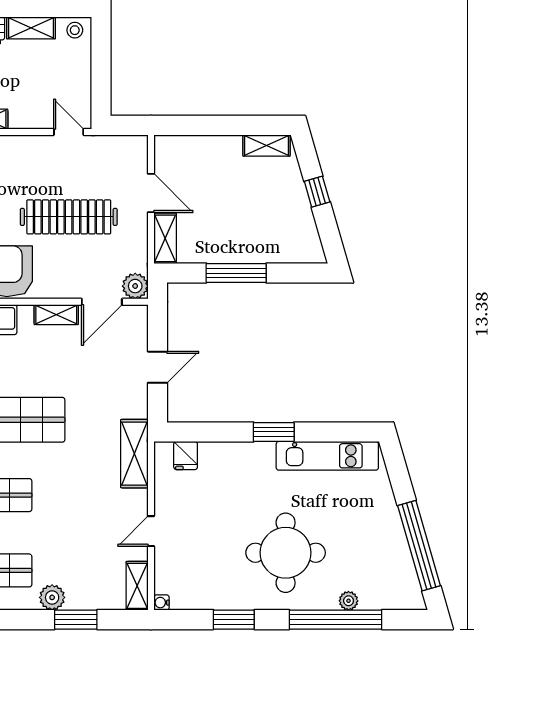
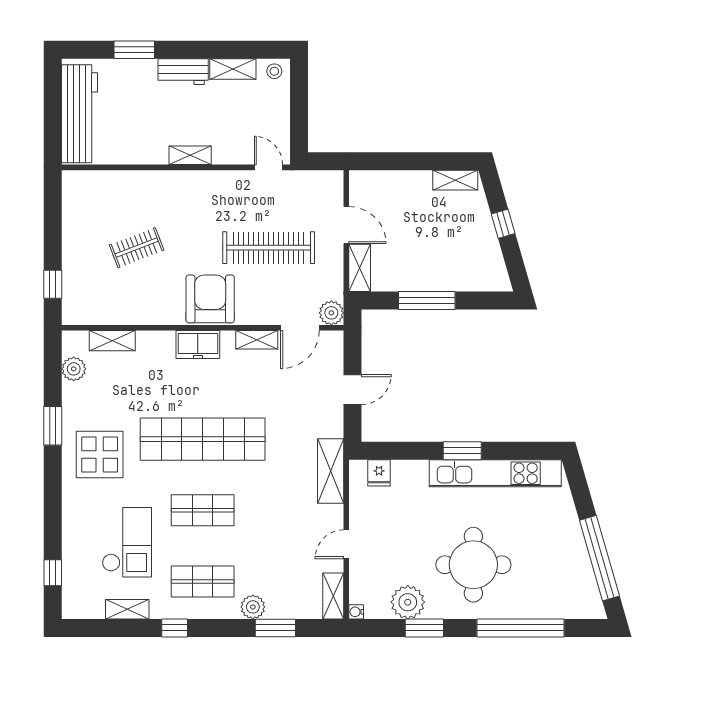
kitchen unit: (327, 456) -> (495, 473), width x1.36
plant: (349, 601) -> (408, 602), moved, width x1.87, depth x1.87

